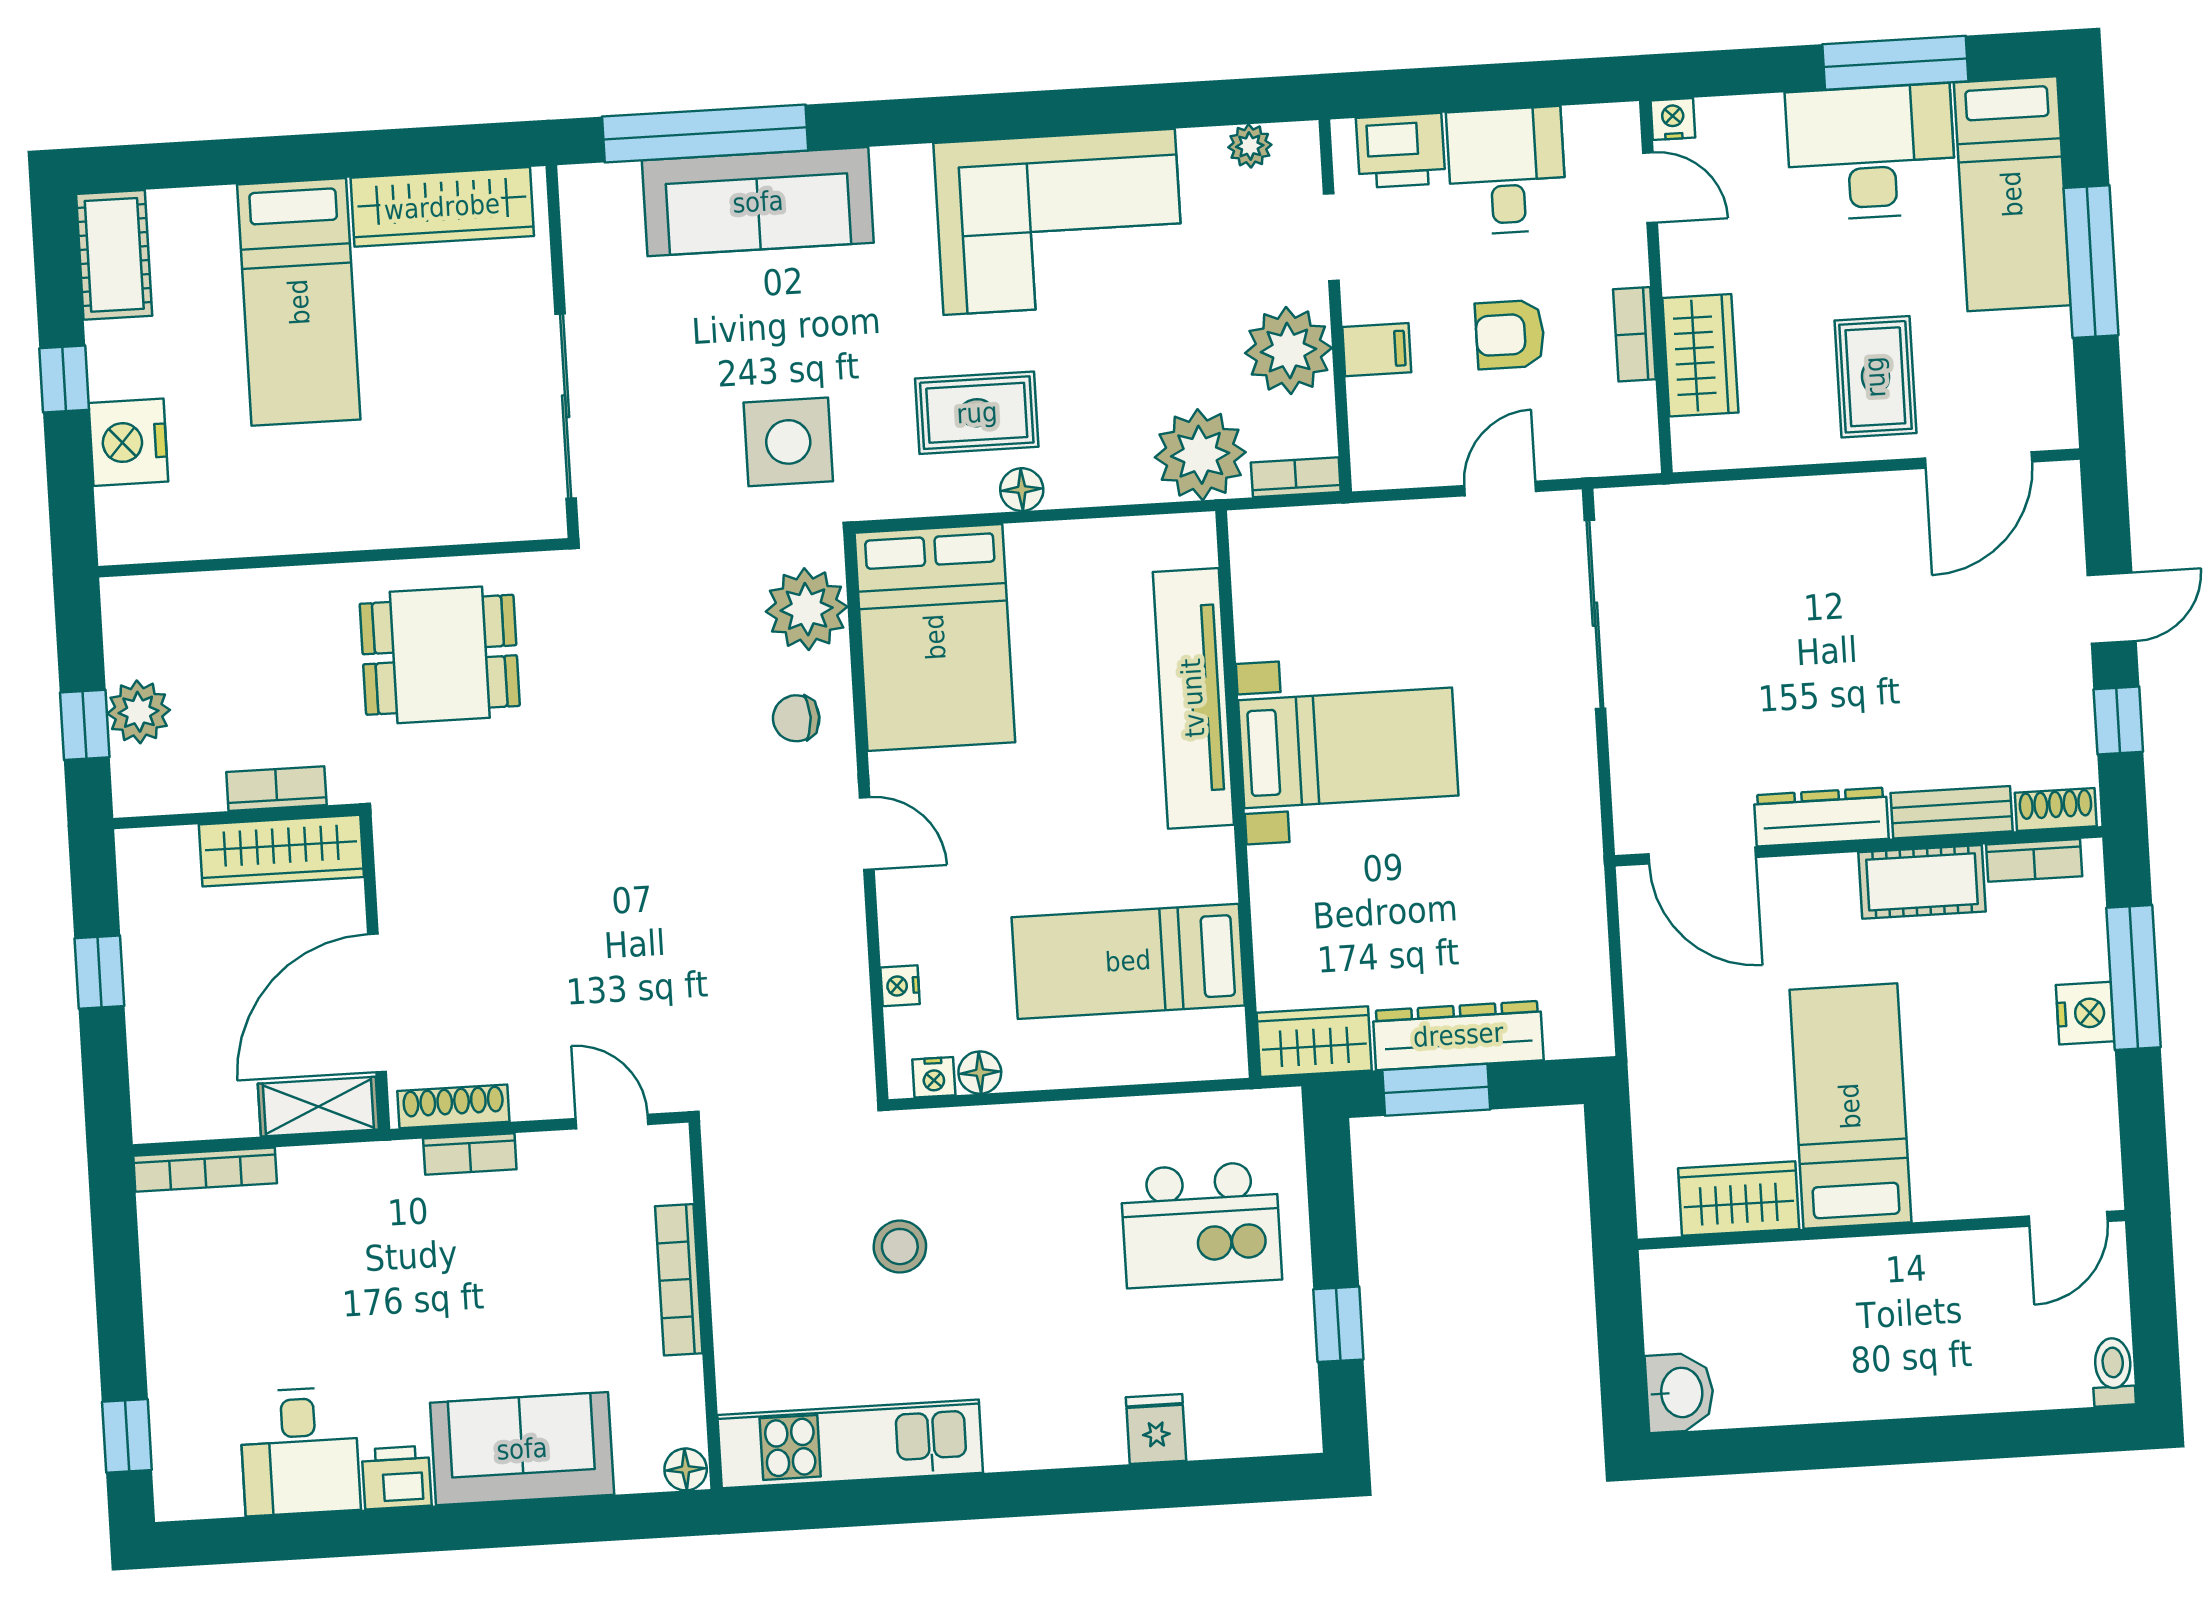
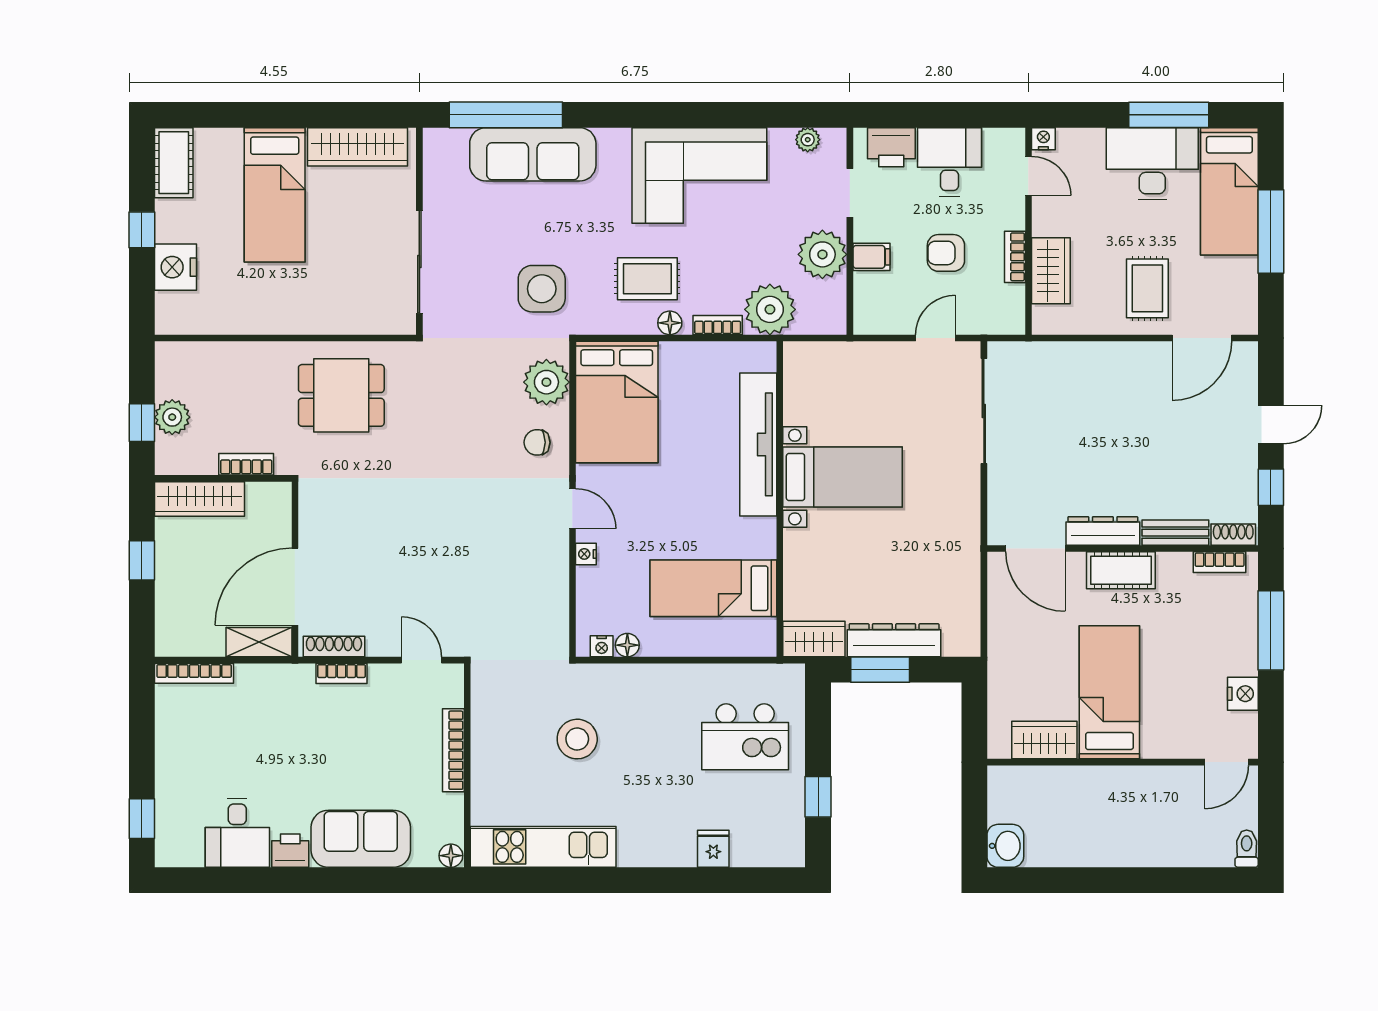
bookcase: (1296, 477) -> (718, 325), moved
wardrobe: (281, 851) -> (200, 499), moved
cot: (1922, 882) -> (1121, 570), moved
nightstand: (900, 986) -> (586, 554), moved
nightstand: (2085, 1013) -> (1243, 694), moved
stool: (900, 1247) -> (577, 739), width x1.38, depth x1.38

